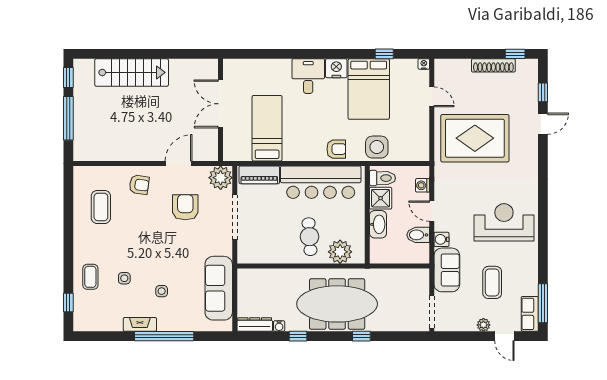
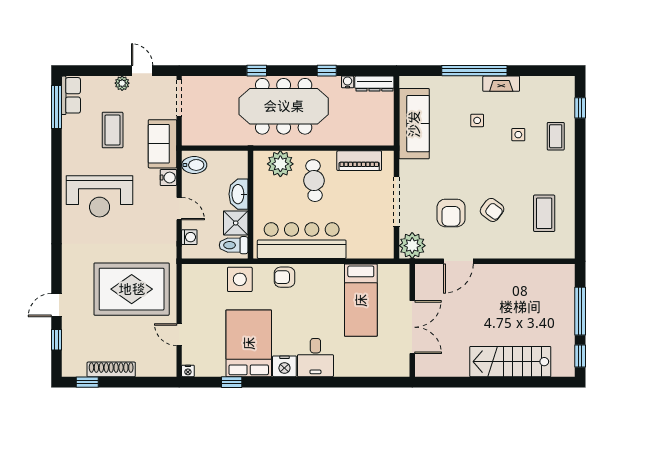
piano: (259, 175) -> (359, 161), moved, turned 180
armchair: (139, 185) -> (492, 210), moved, turned -151
bidet: (418, 235) -> (194, 165), moved
door: (504, 336) -> (142, 71), moved

